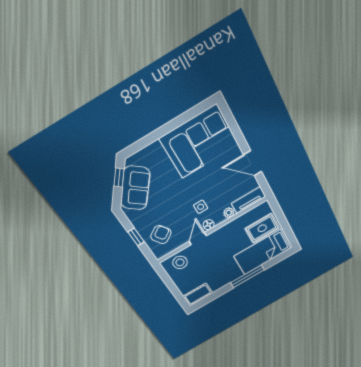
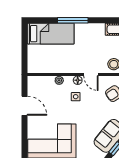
tv unit: (249, 200) -> (41, 81), removed
rug: (262, 228) -> (42, 53), removed
door: (198, 239) -> (91, 75), hinge flipped

